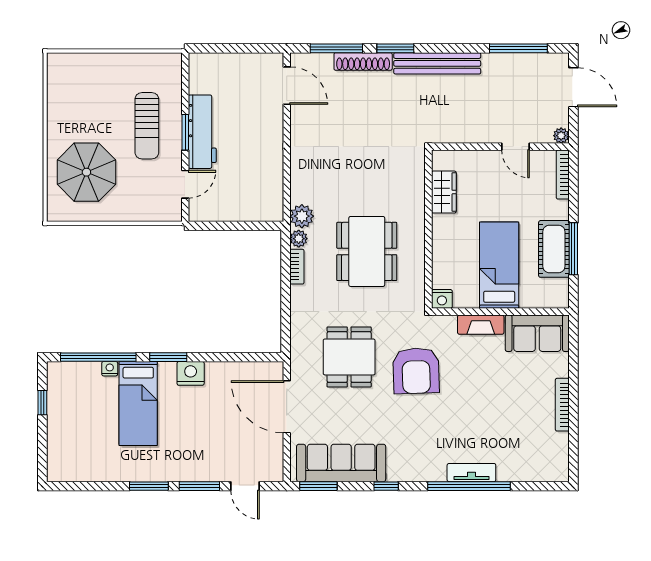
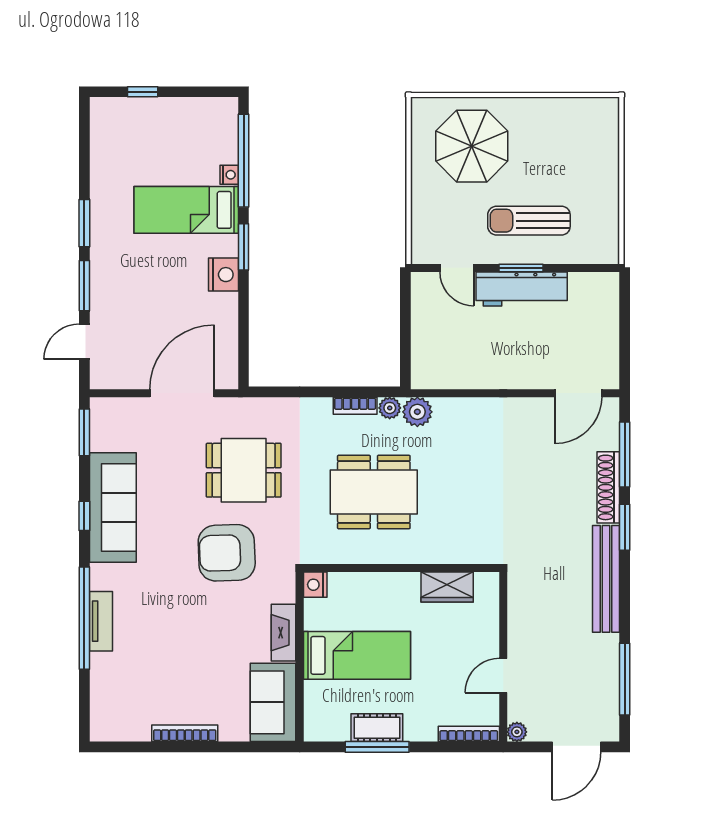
cot: (554, 249) -> (377, 728), width x0.73, depth x0.75
window: (42, 403) -> (143, 92), moved
sofa: (341, 463) -> (113, 507), moved

